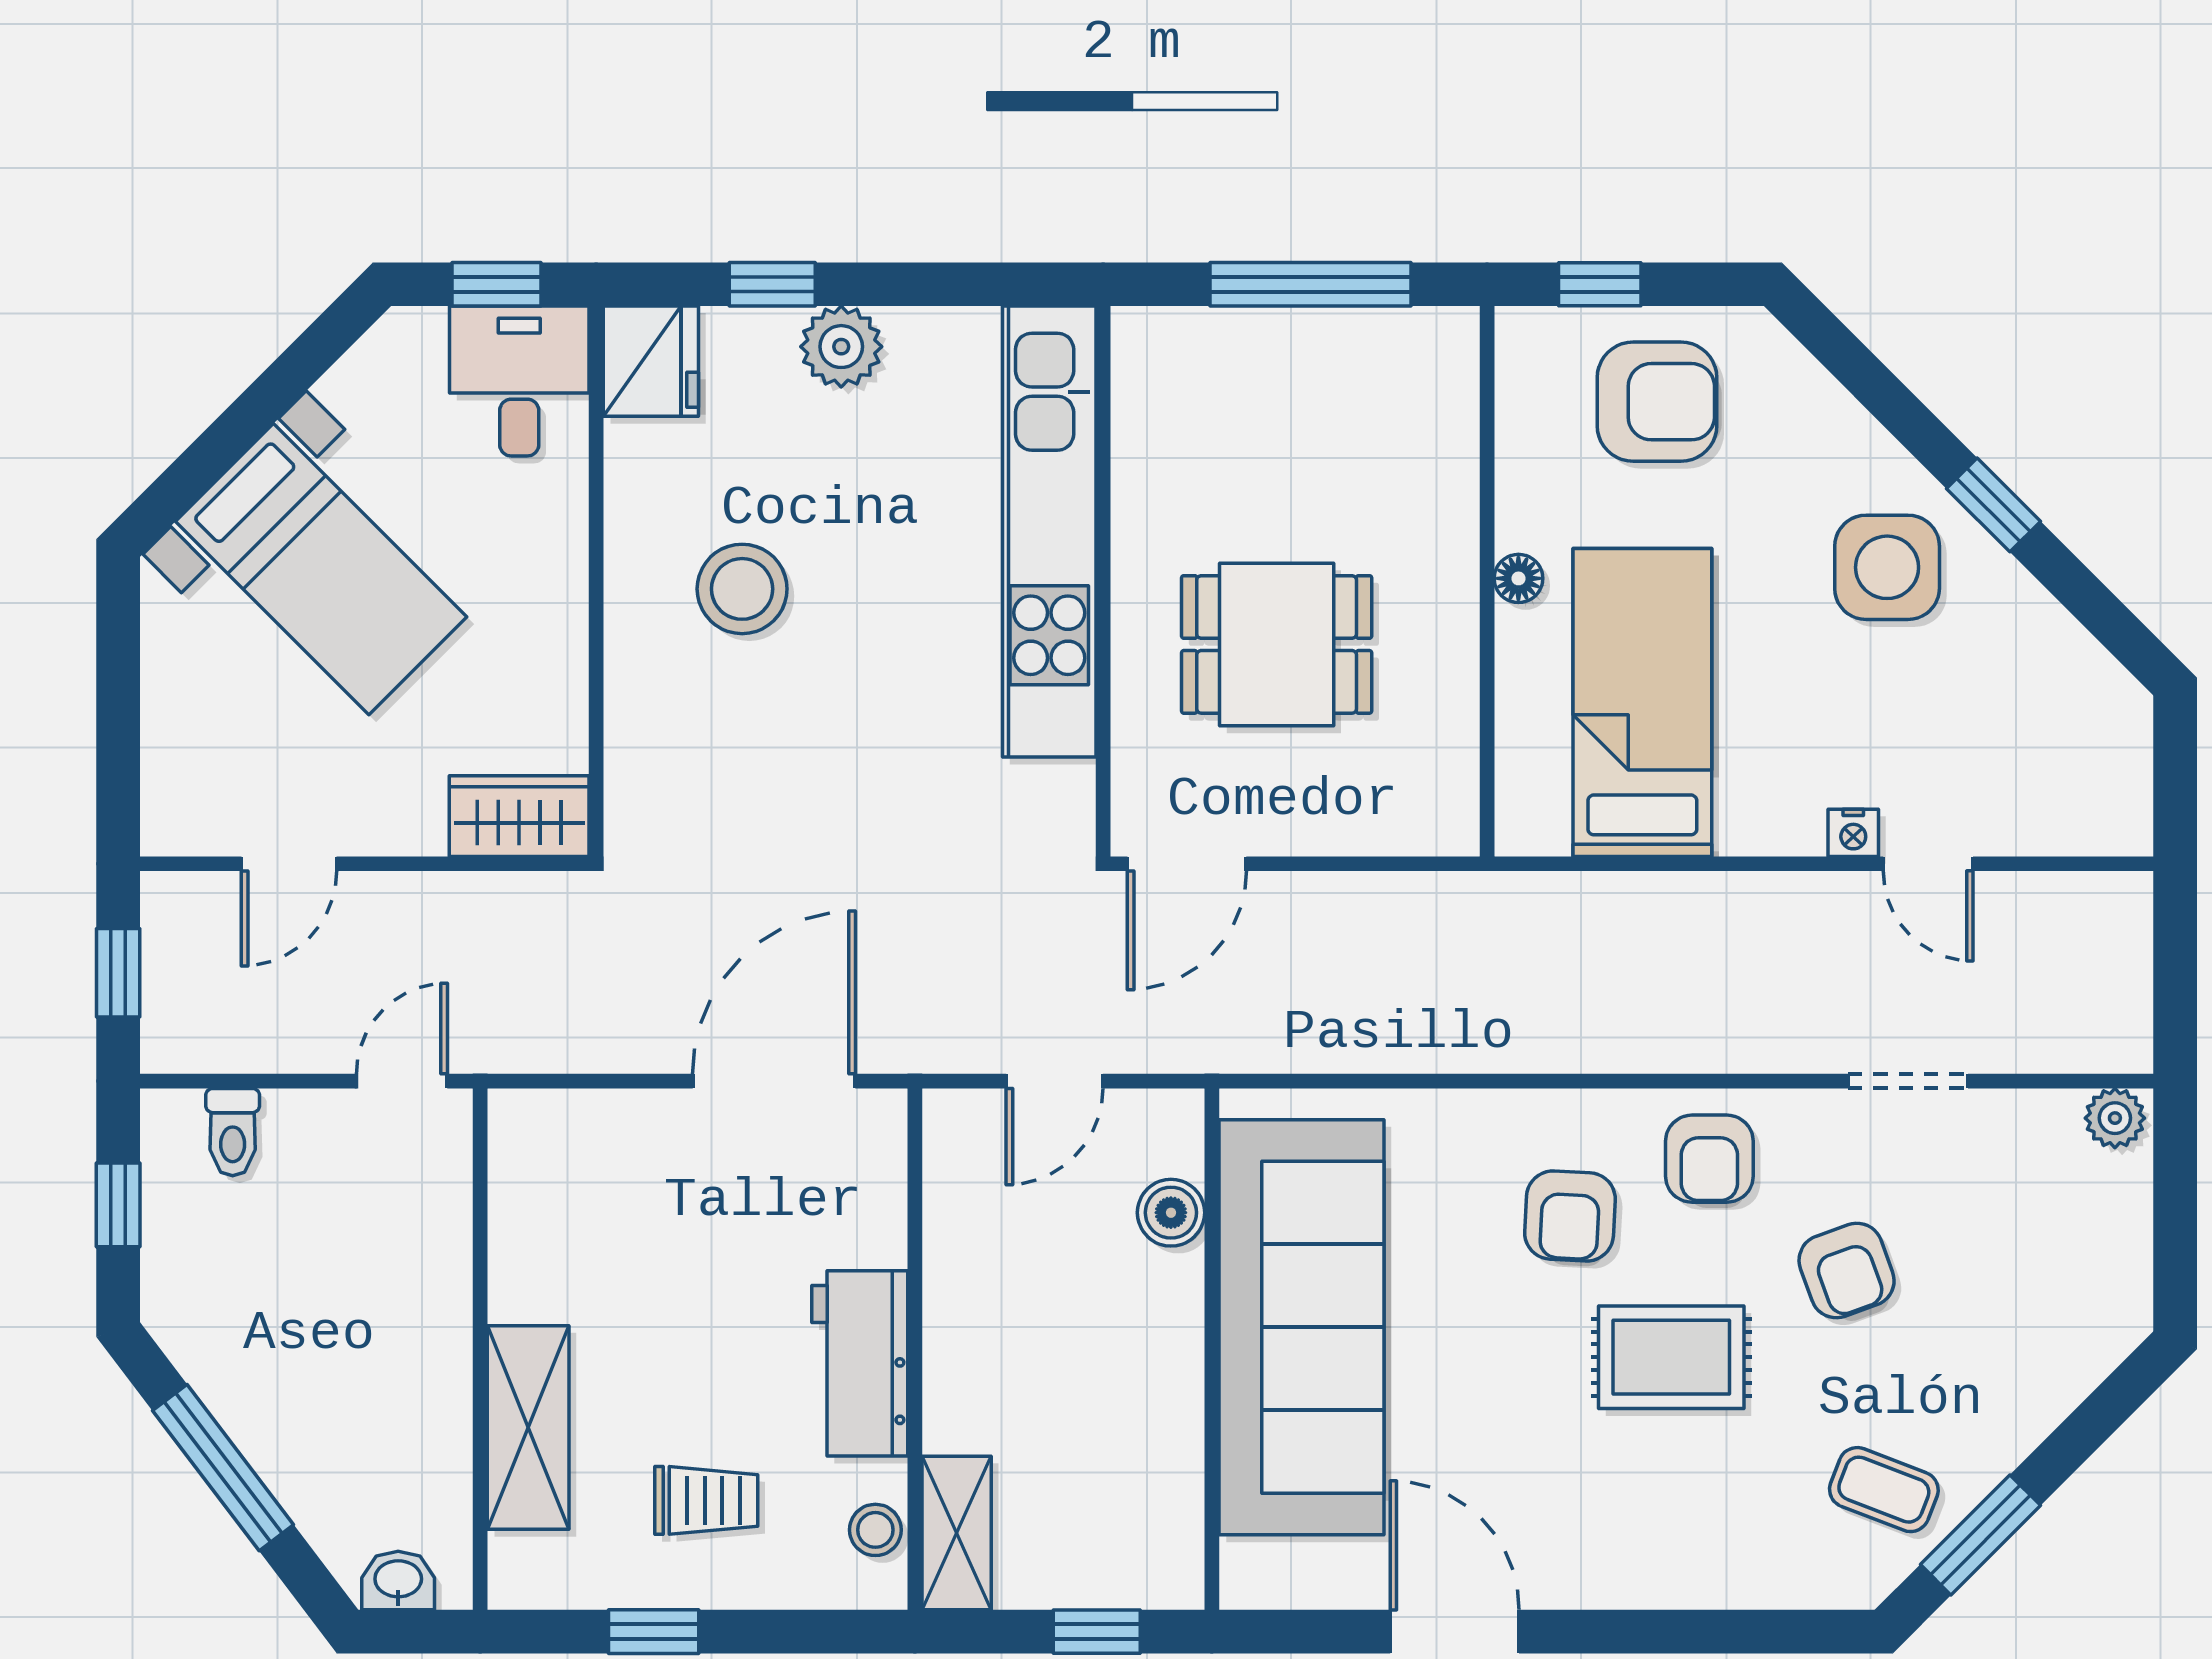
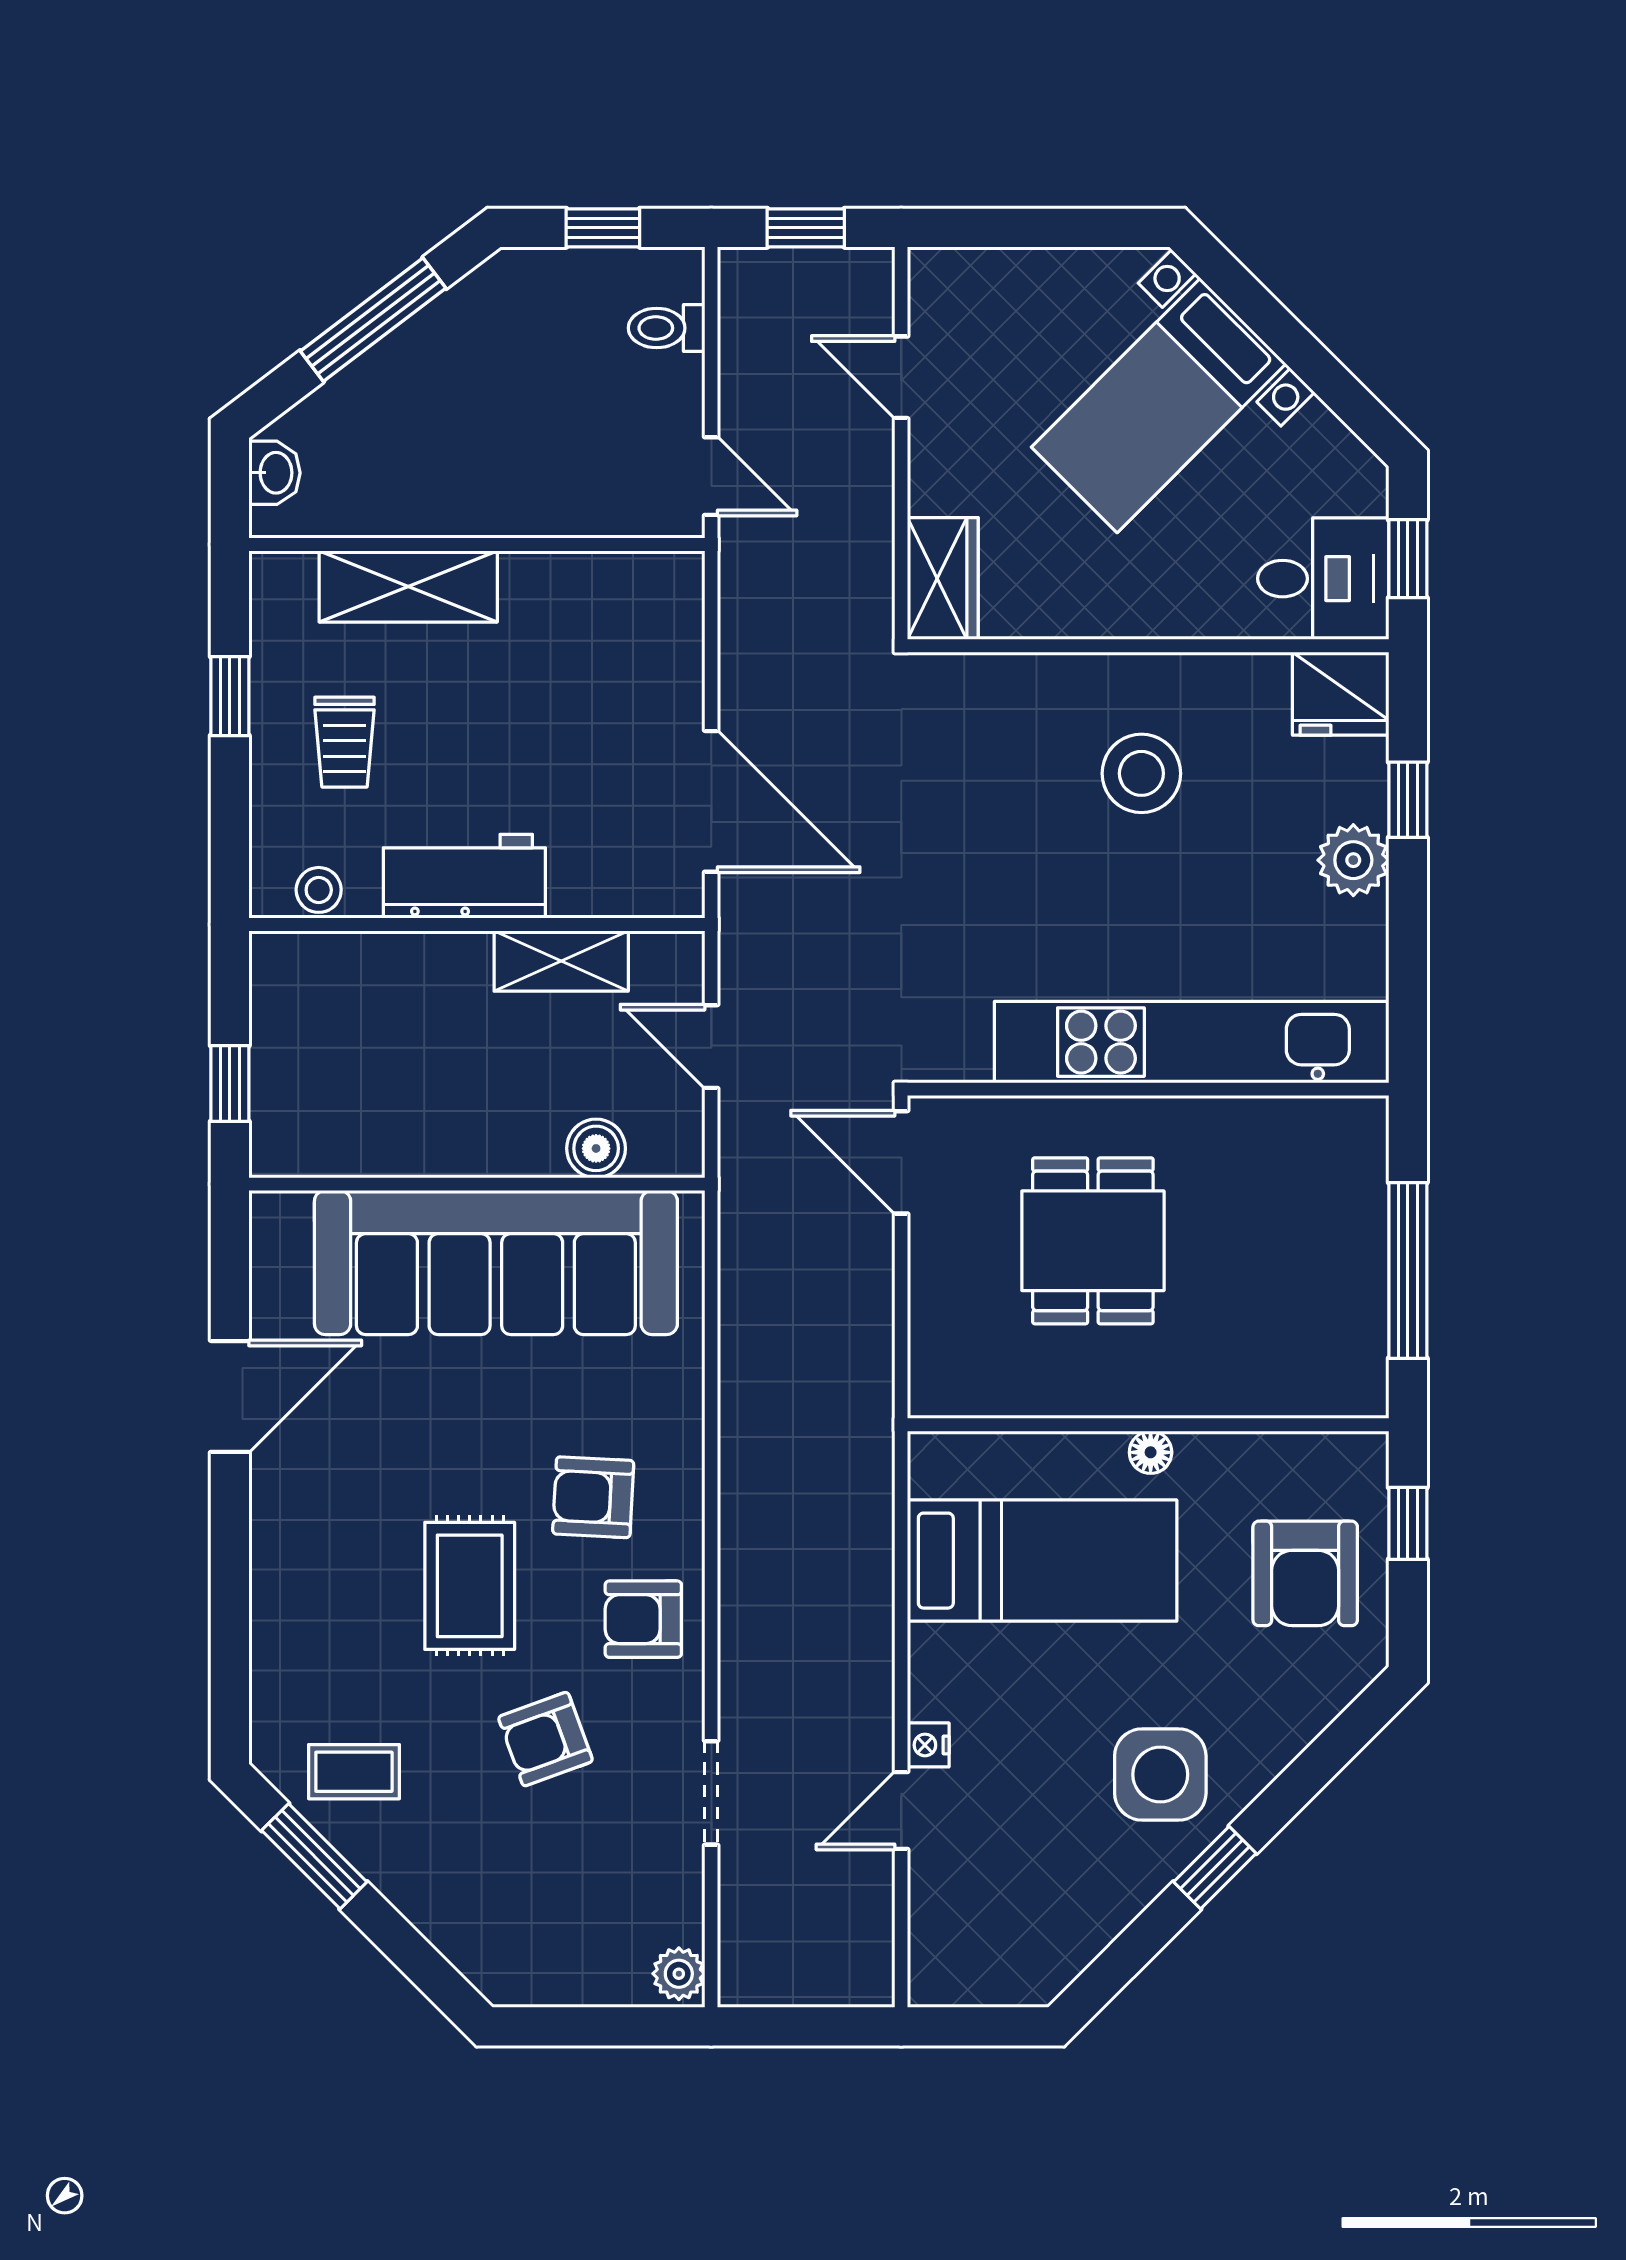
coffee table: (1884, 1490) -> (354, 1772), turned 69
shelving: (957, 1533) -> (561, 961), moved

